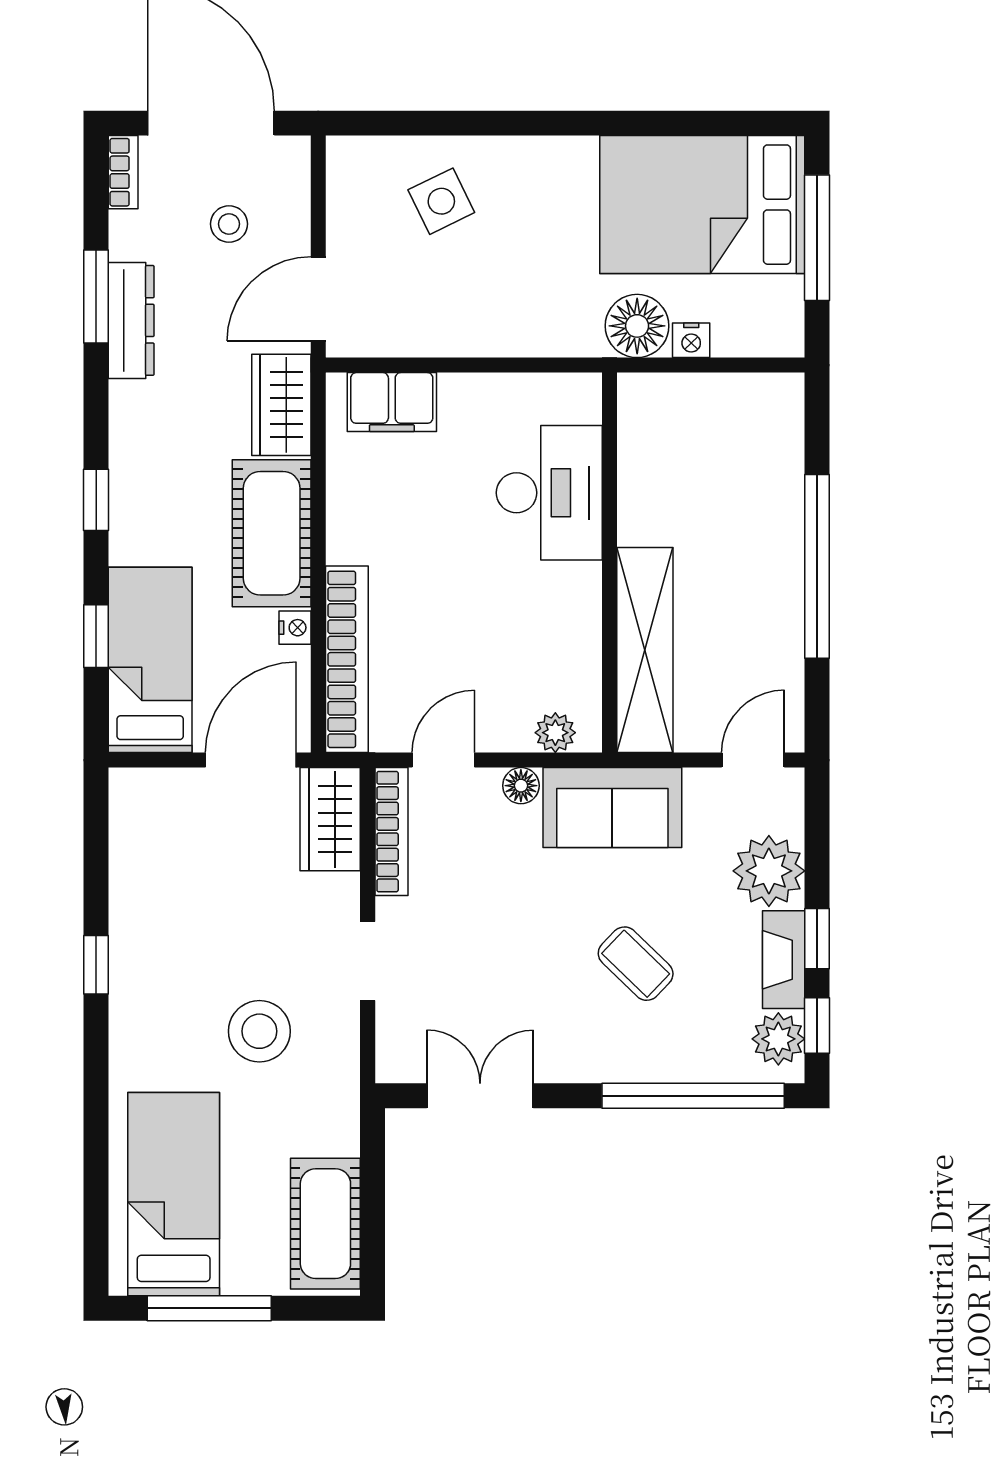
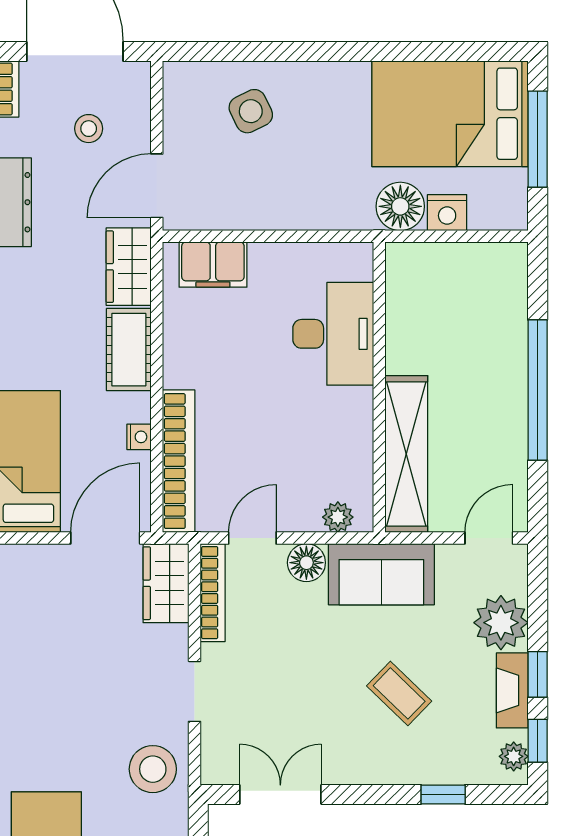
nightstand: (691, 340) -> (447, 213), width x1.39, depth x1.35
cot: (272, 533) -> (129, 350), width x0.73, depth x0.75
floor lamp: (521, 786) -> (306, 563), width x1.37, depth x1.37
stool: (259, 1031) -> (153, 769), moved
plant: (778, 1039) -> (514, 756), width x0.73, depth x0.73
window: (693, 1096) -> (443, 794), width x0.32

